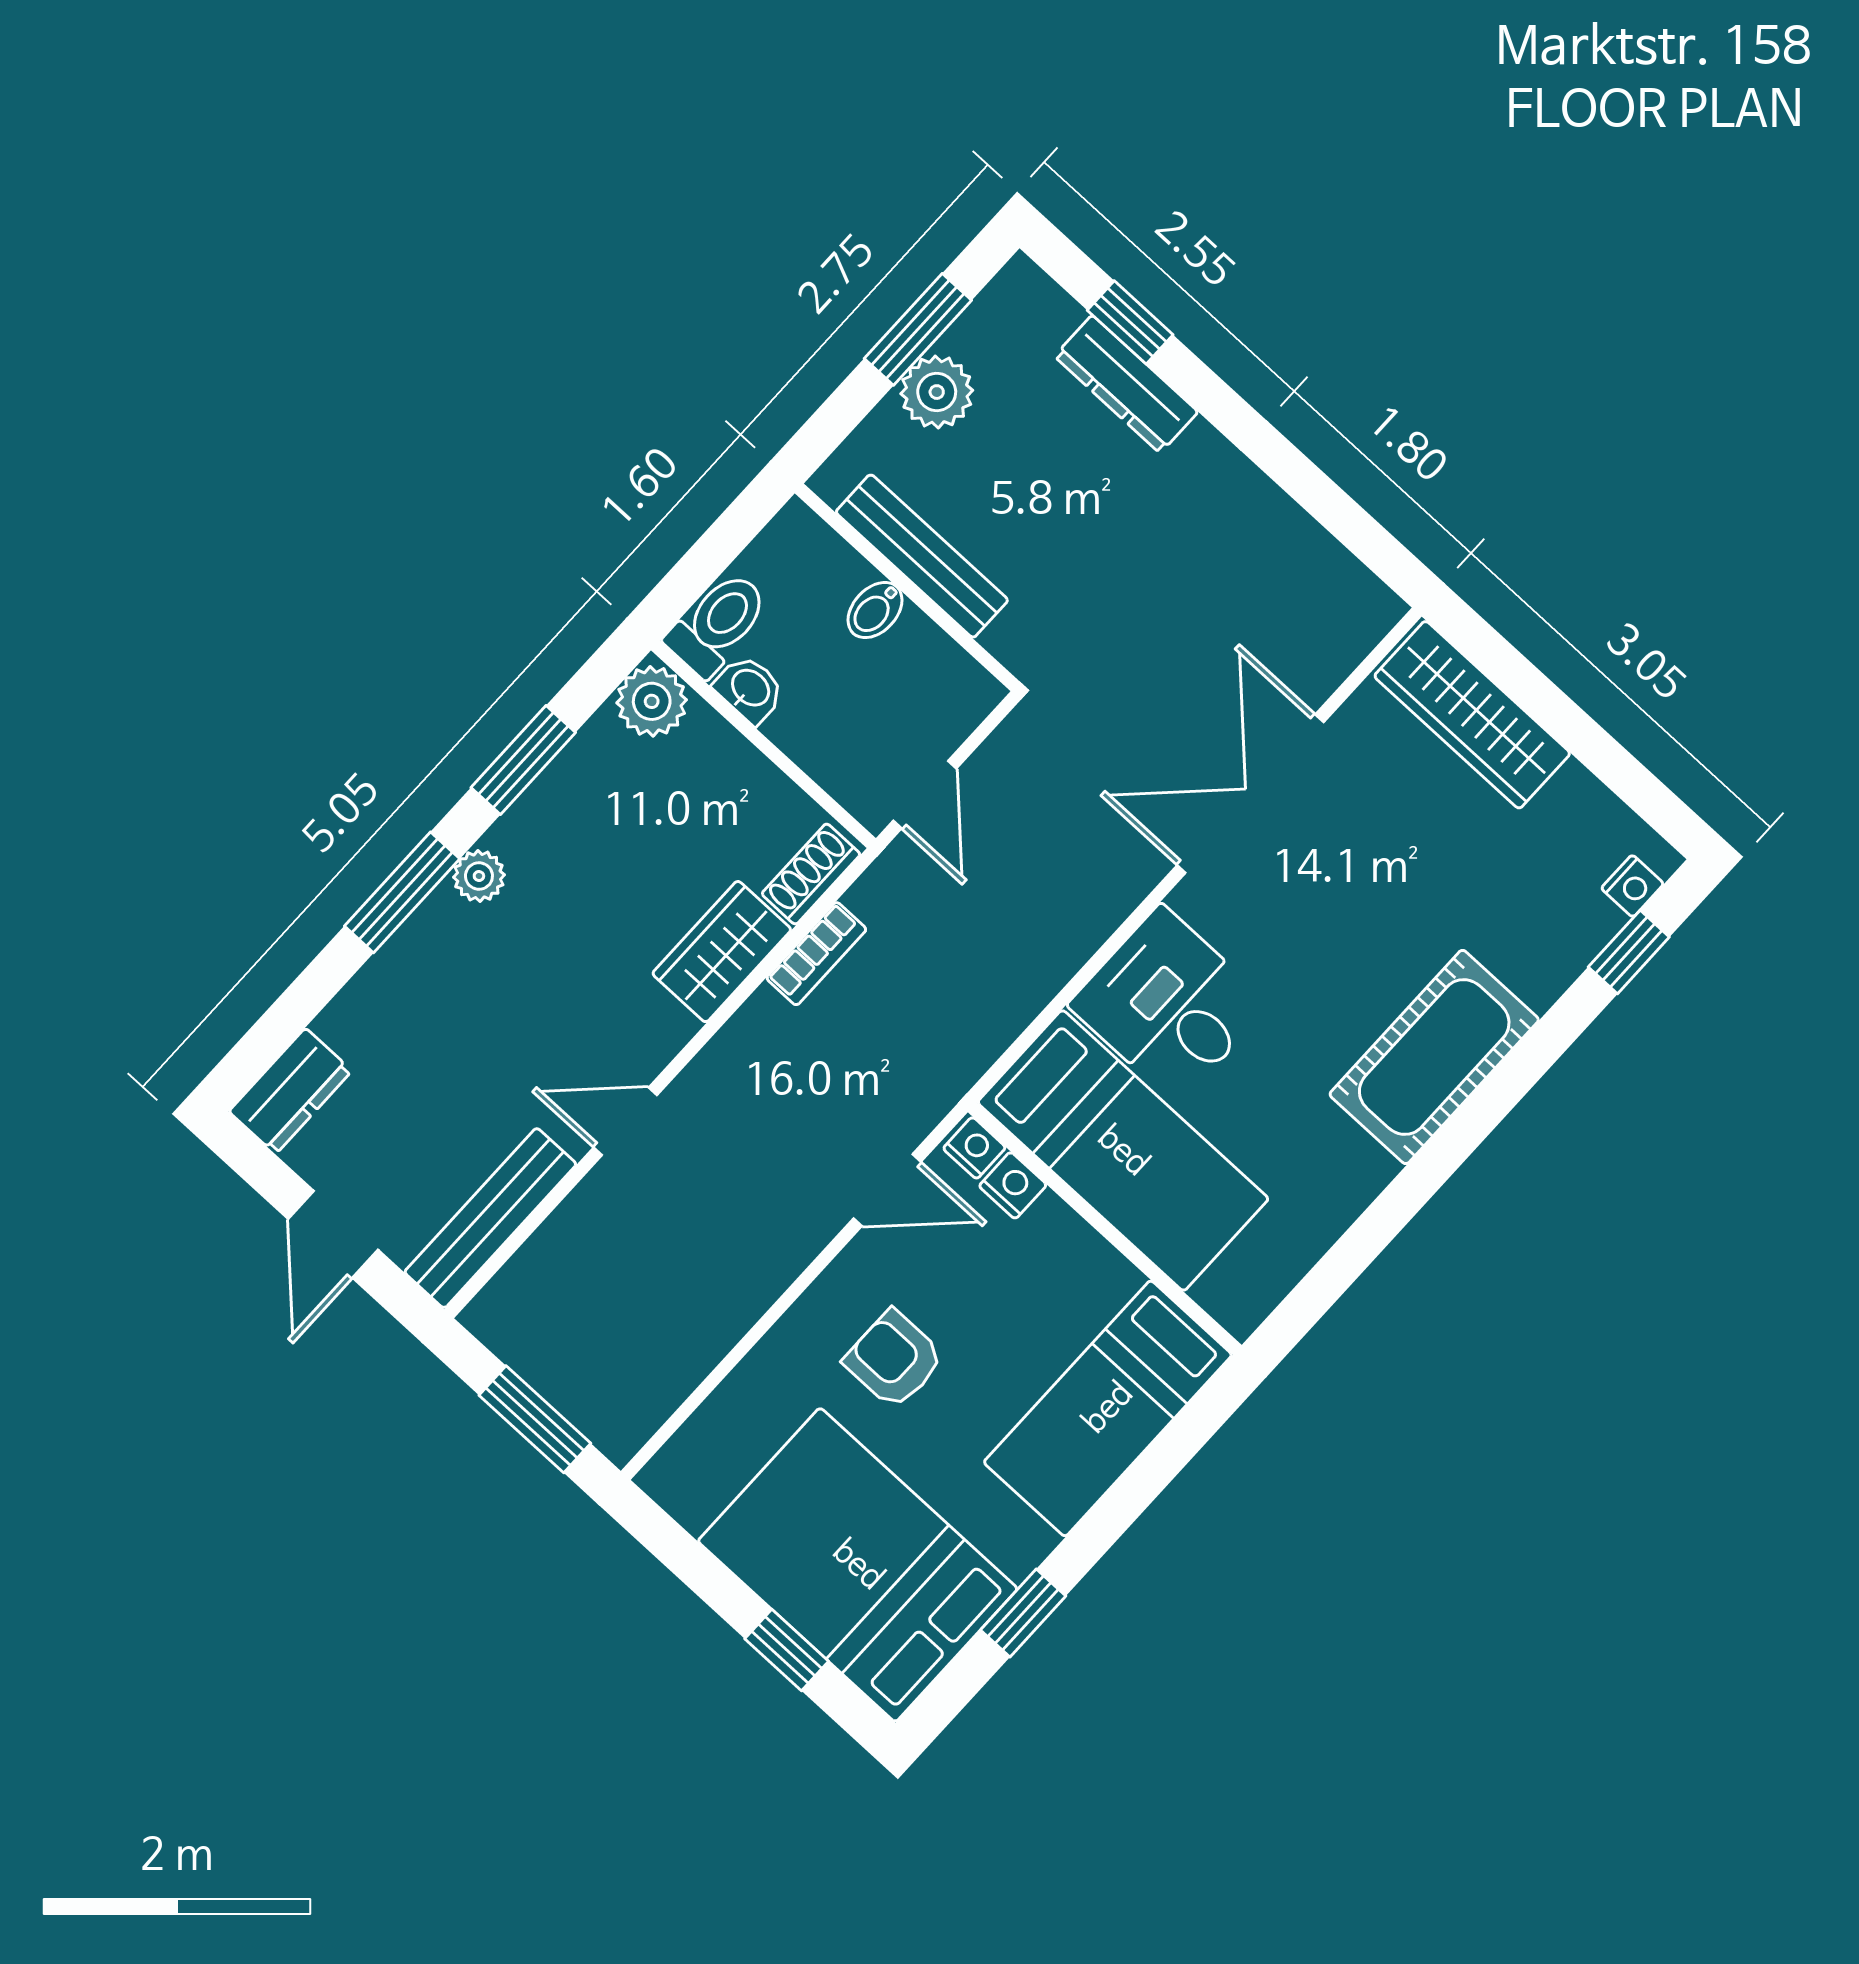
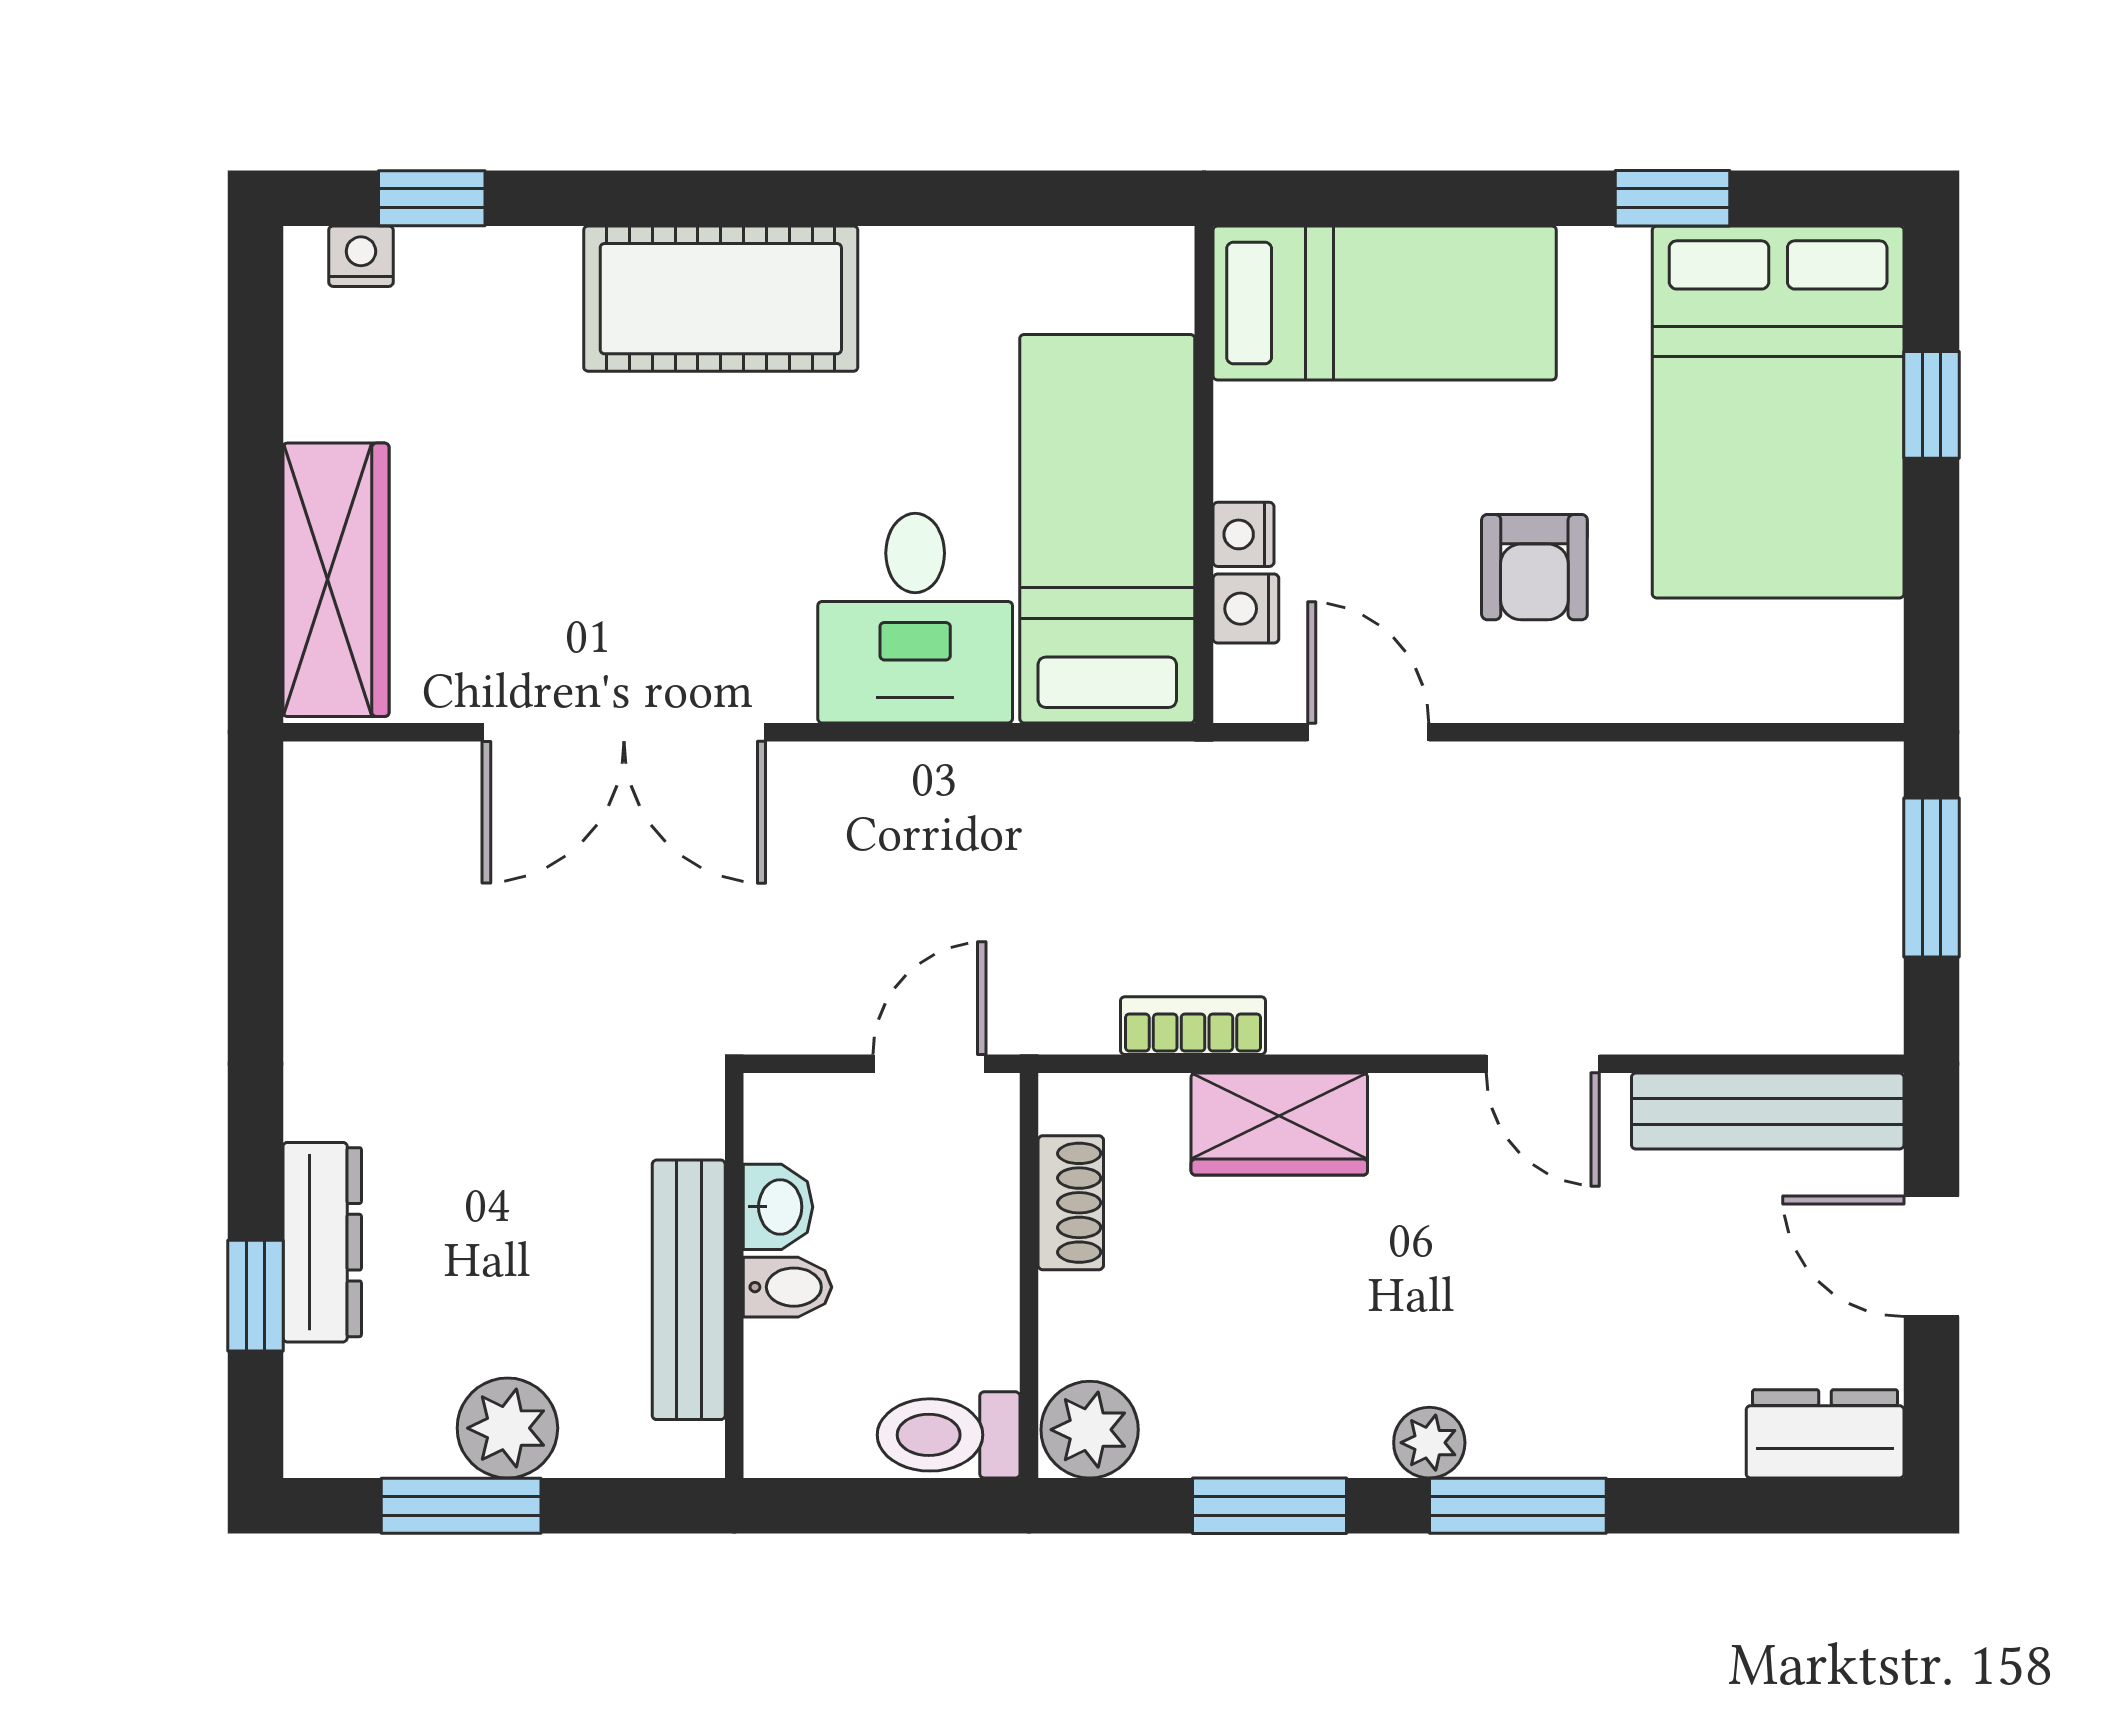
washbasin: (750, 689) -> (778, 1207), moved, turned 180
shoe rack: (811, 874) -> (1071, 1203), moved, turned -90
nightstand: (974, 1148) -> (1243, 534), moved
door: (333, 1234) -> (1931, 1256), swing flipped

